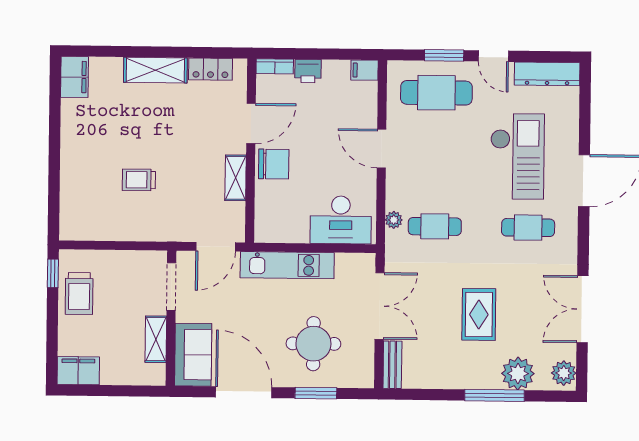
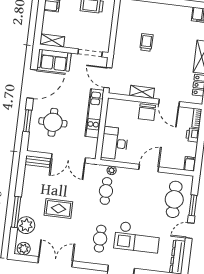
shelving: (156, 339) -> (52, 41), moved

